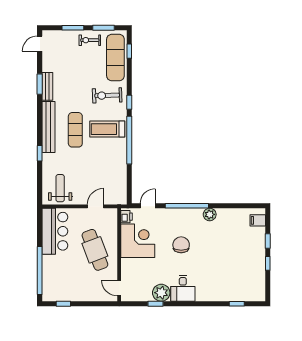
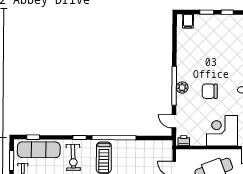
plant: (210, 214) -> (182, 88), moved
corner desk: (138, 241) -> (222, 131), moved

